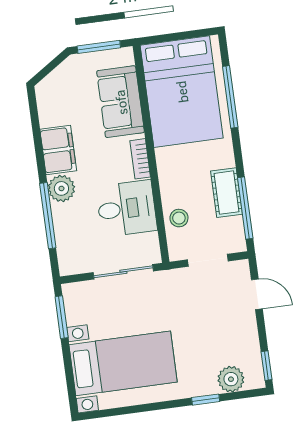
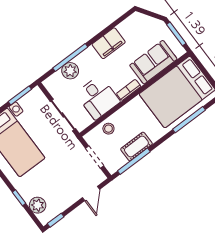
plant: (61, 188) -> (70, 71), moved

